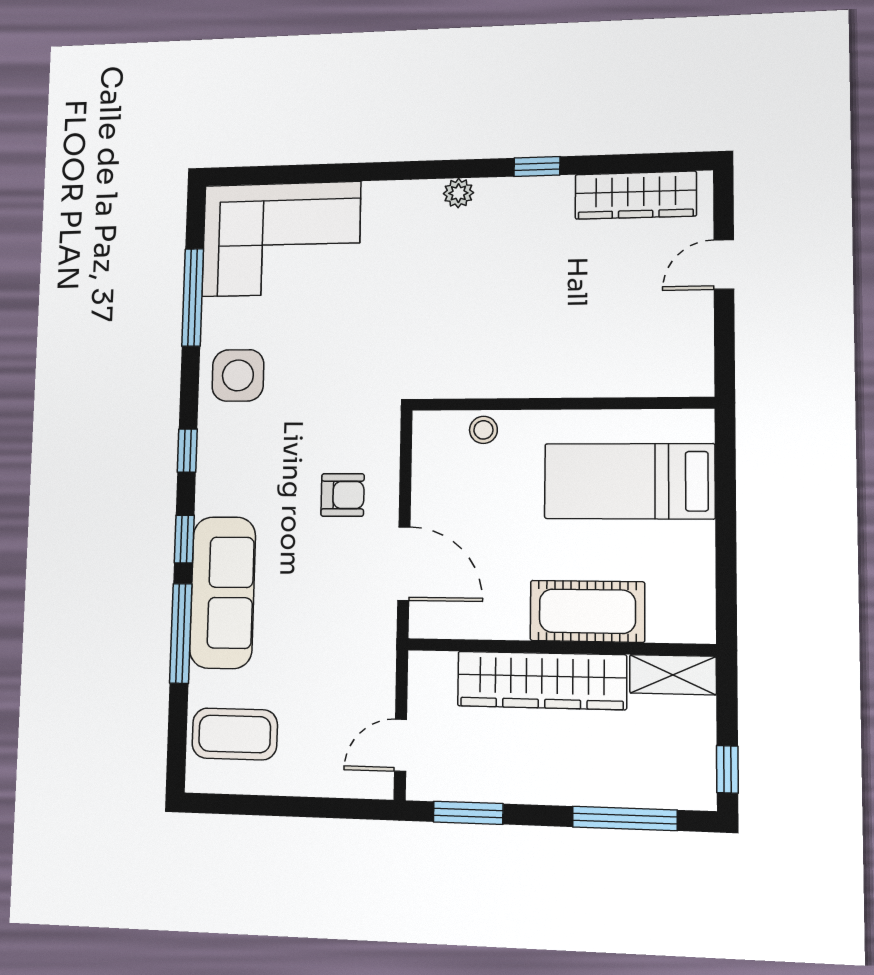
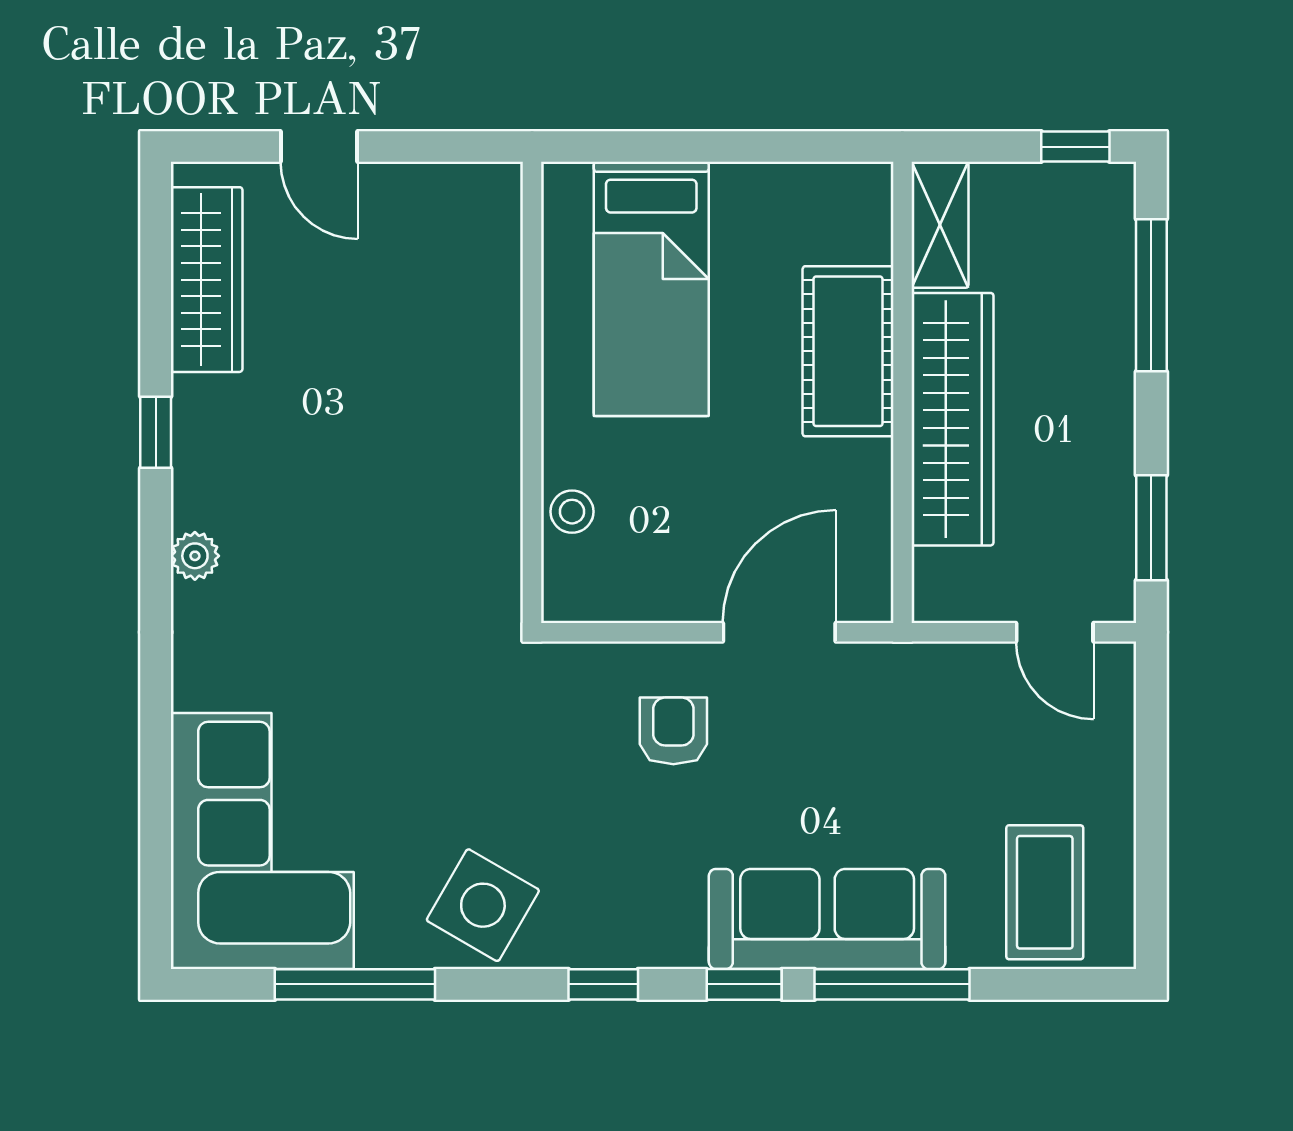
side table: (238, 375) -> (483, 905), turned 30

